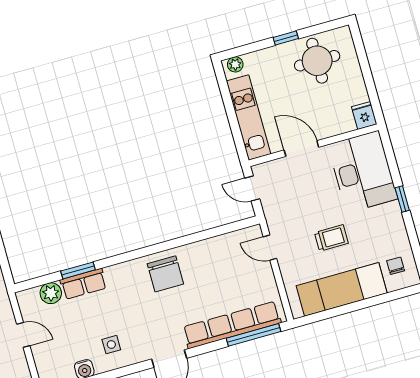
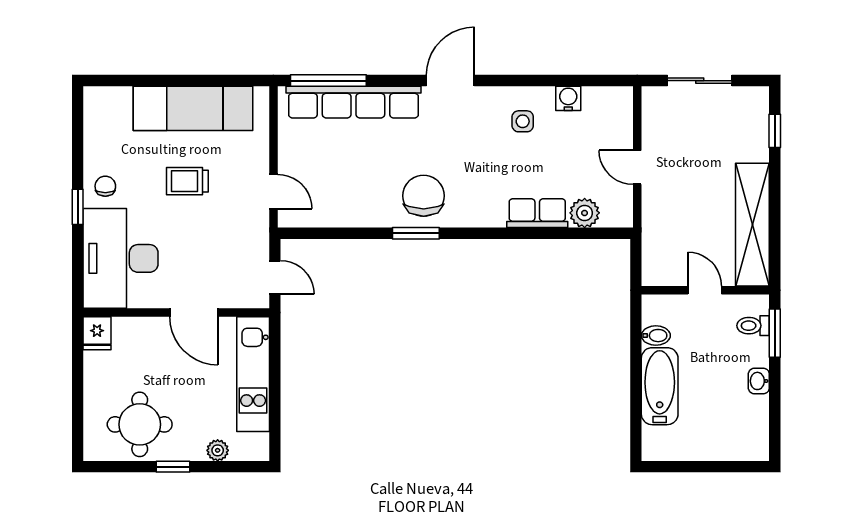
plant: (235, 64) -> (218, 450), moved
chair: (396, 266) -> (105, 186), moved, turned 180
window: (78, 270) -> (416, 233), moved

